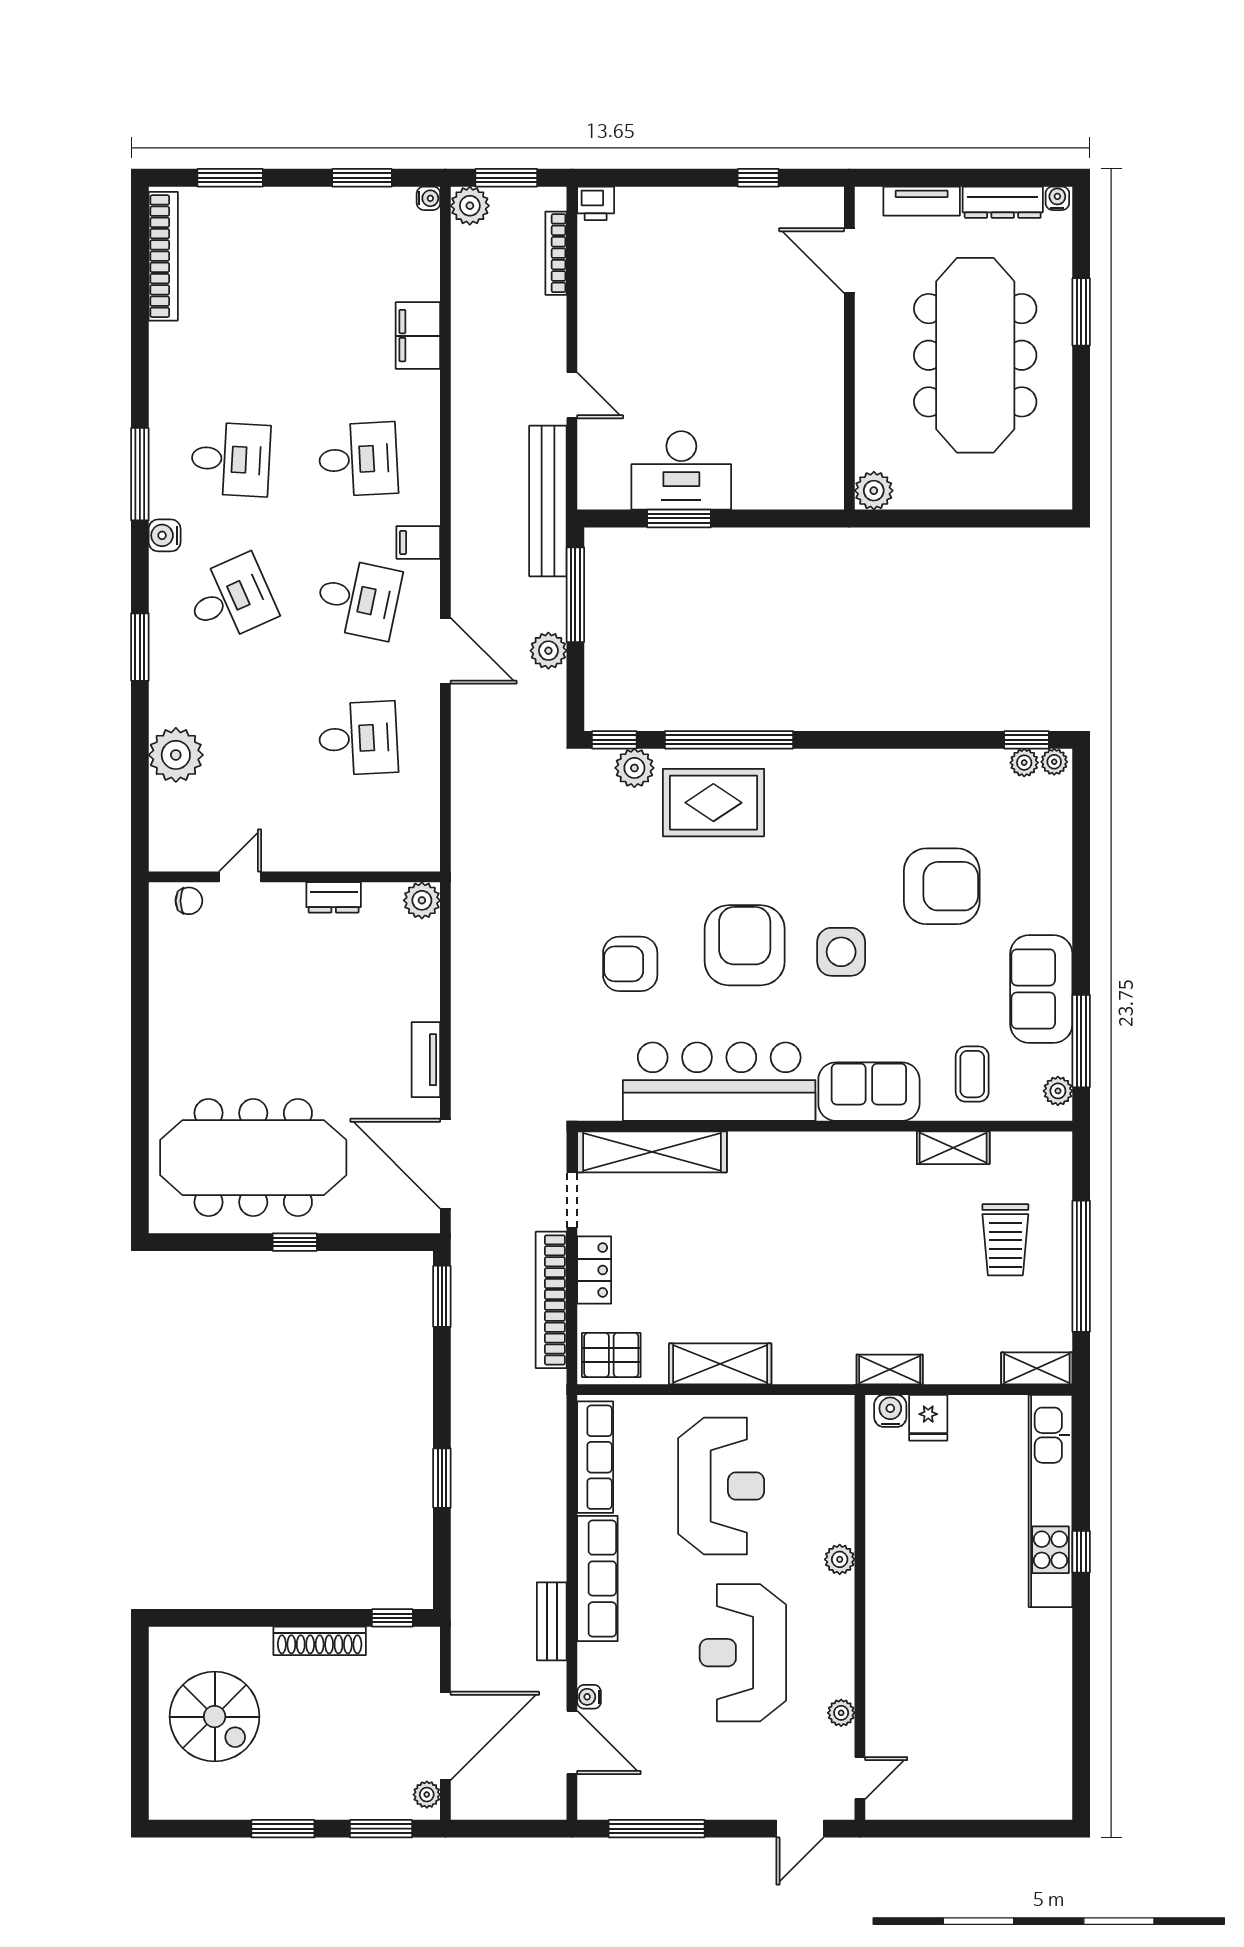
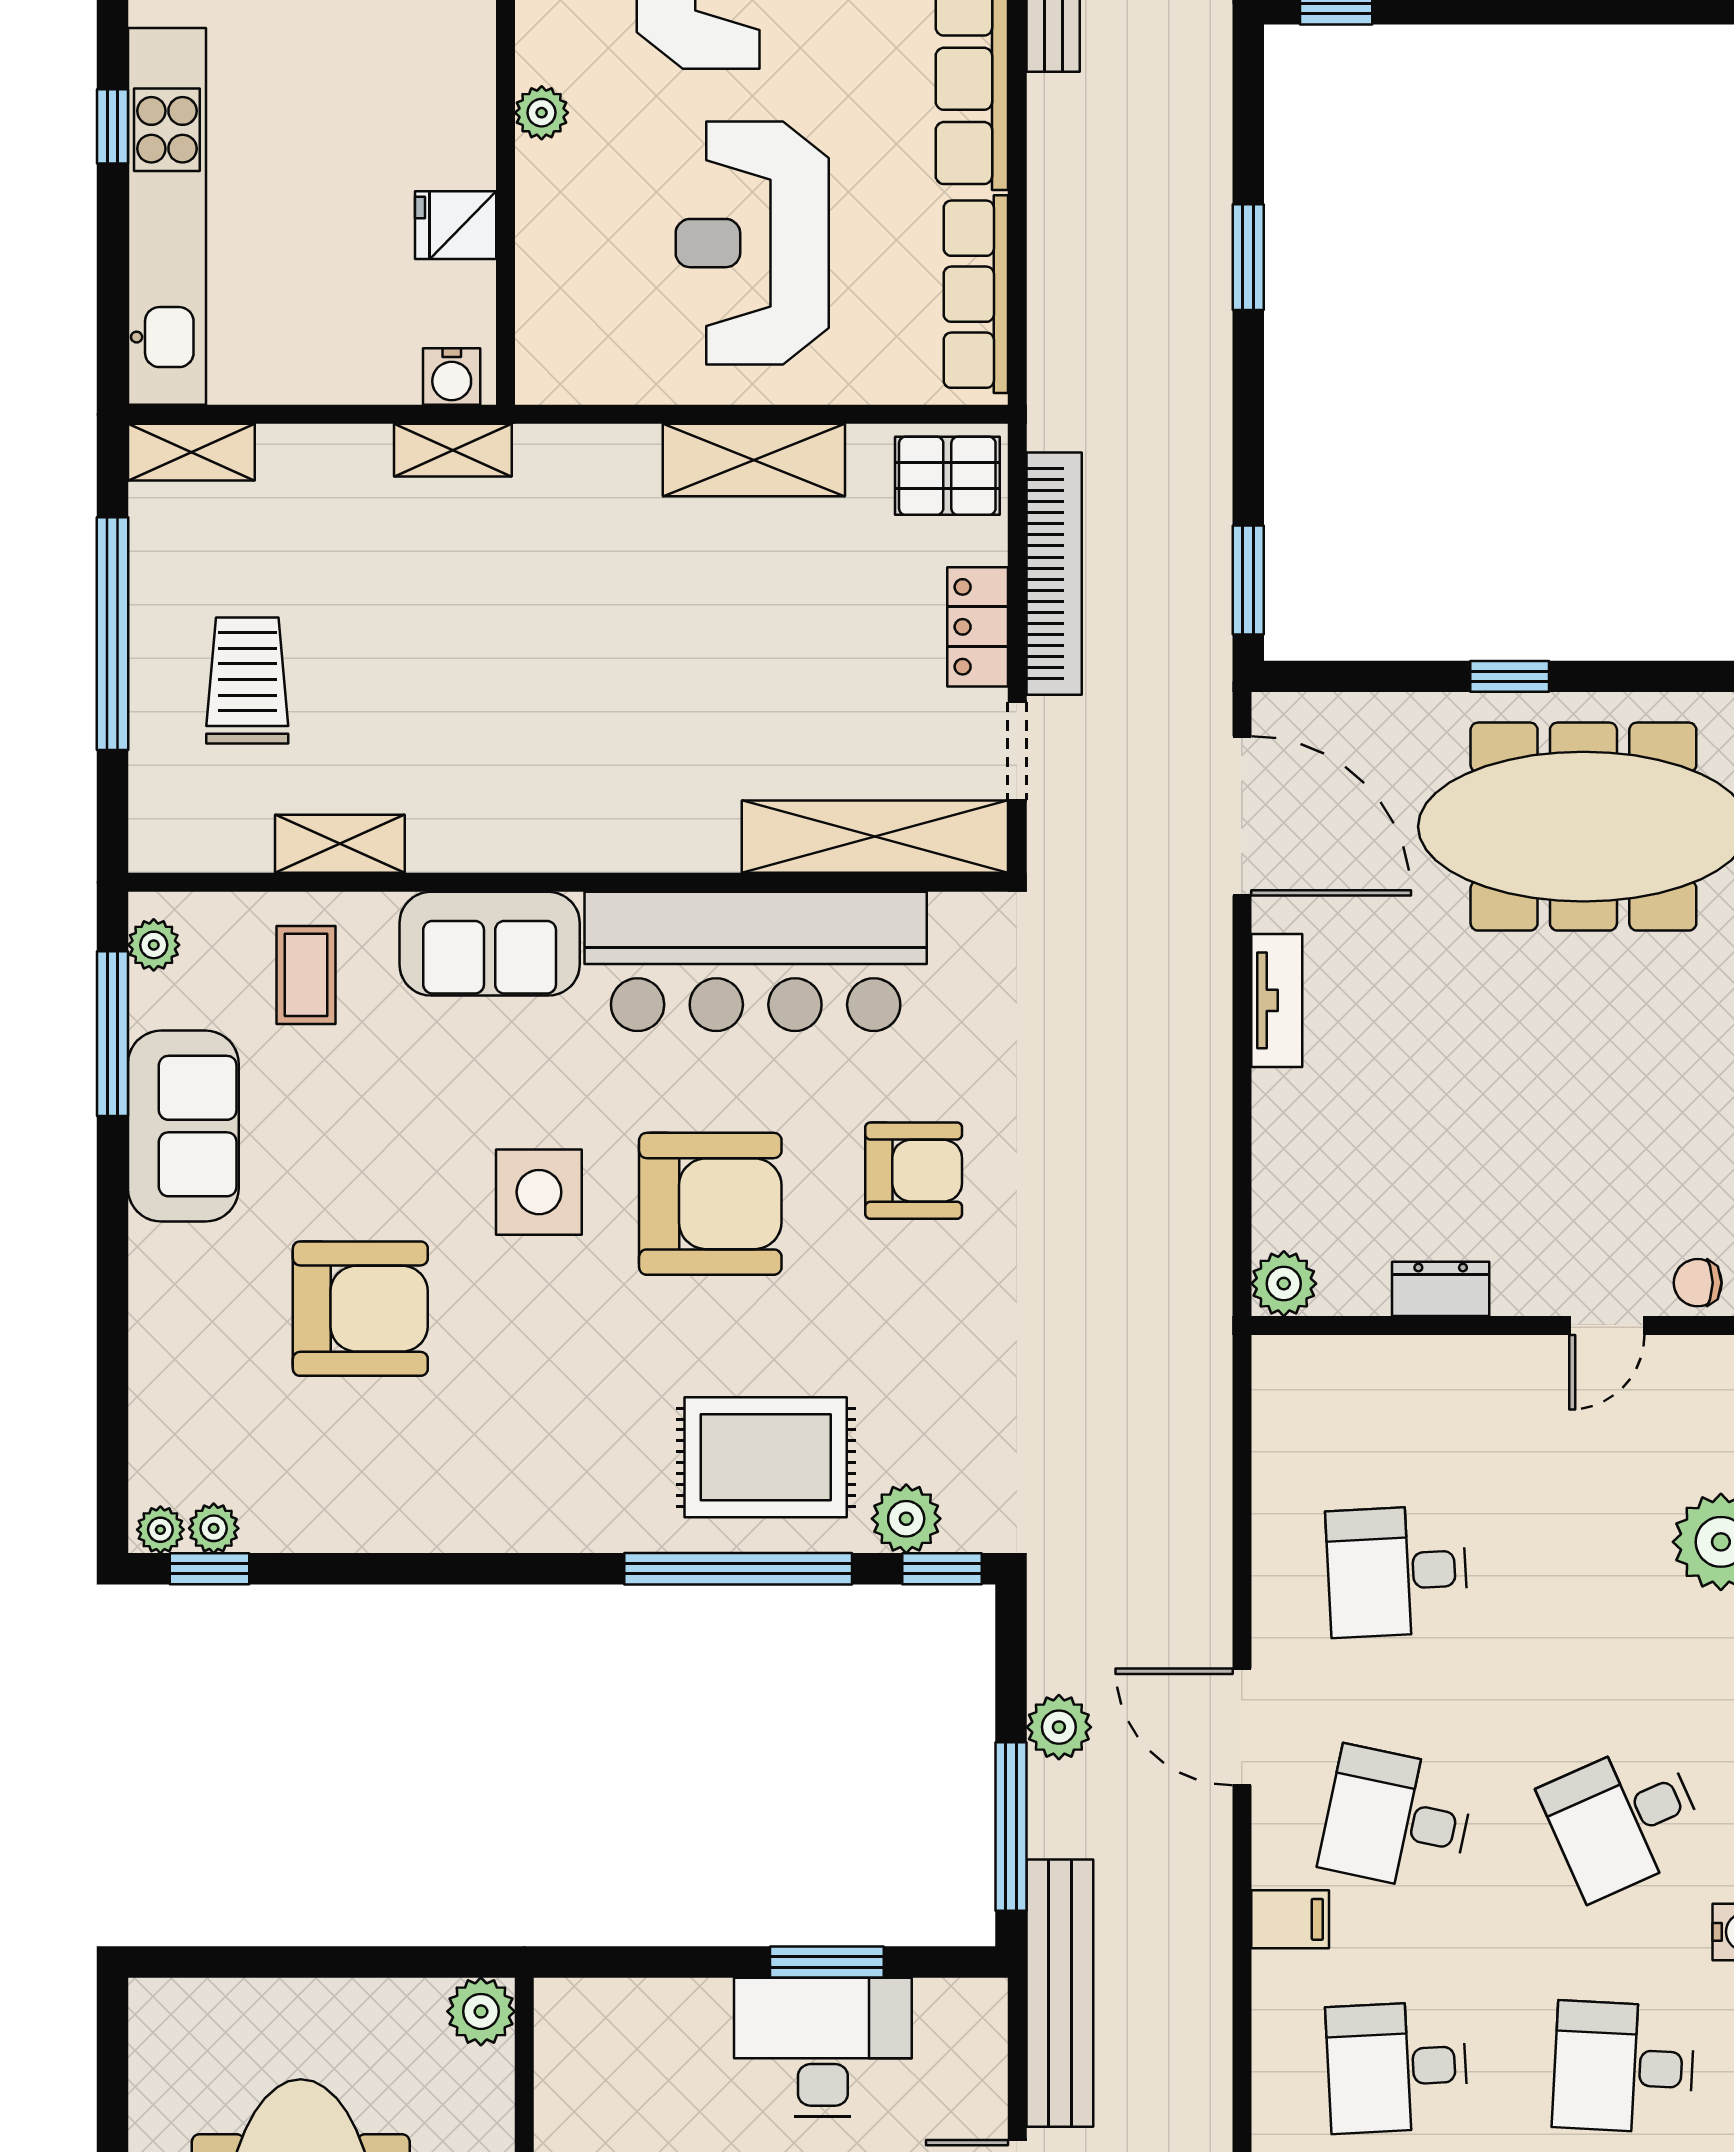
armchair: (942, 886) -> (360, 1309), turned 180
armchair: (745, 945) -> (710, 1204), turned -90
fridge: (928, 1418) -> (456, 225), moved, turned -90

